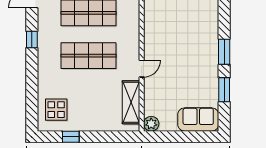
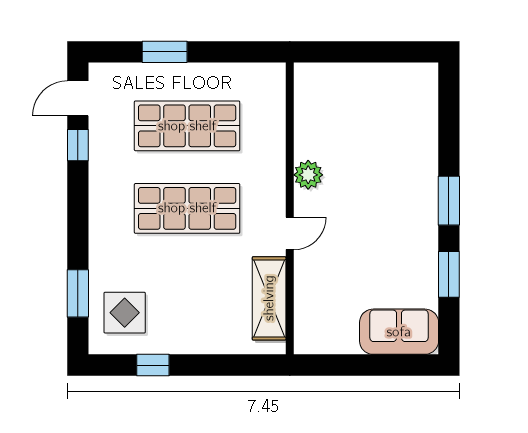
window: (32, 39) -> (78, 145), moved
window: (32, 100) -> (78, 293), added
plant: (151, 124) -> (308, 175), moved

